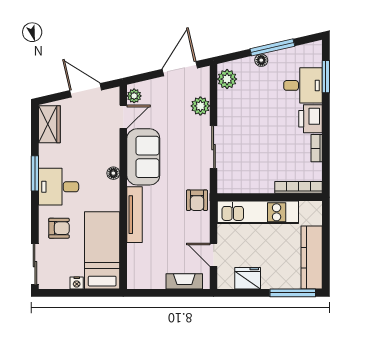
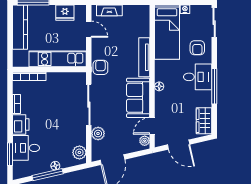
sliding door: (214, 147) -> (89, 105), width x1.37
window: (35, 173) -> (214, 86), width x1.44
armchair: (59, 228) -> (197, 48), turned -90

